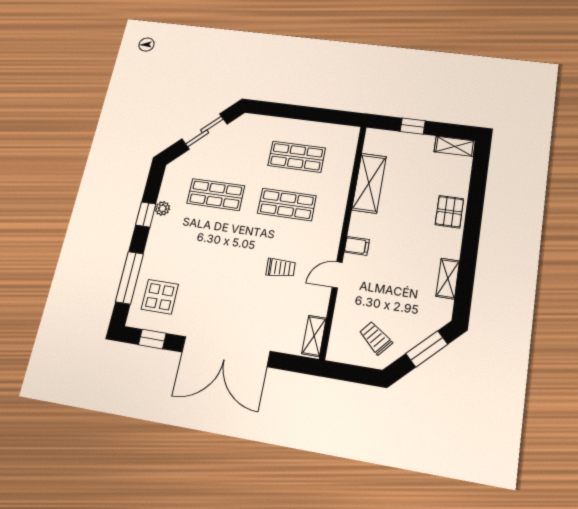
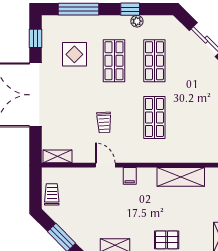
shop shelf: (297, 157) -> (114, 61), moved
display table: (160, 297) -> (74, 54), moved
trolley: (376, 338) -> (52, 194), moved, turned -40

